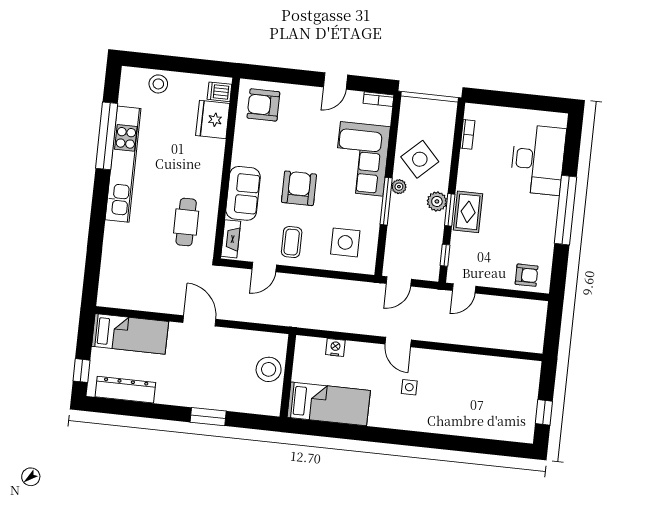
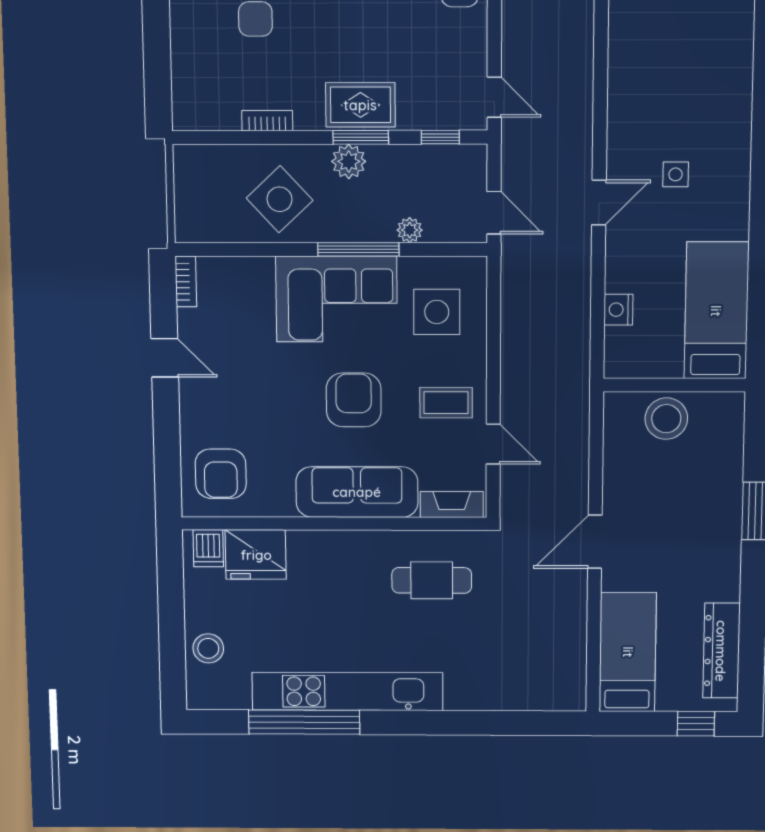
bookcase: (467, 134) -> (267, 121), moved
corner sofa: (362, 159) -> (336, 299), moved
plant: (399, 187) -> (410, 230), moved
armchair: (299, 188) -> (354, 400), turned 90
sofa: (243, 193) -> (357, 492), width x1.36

